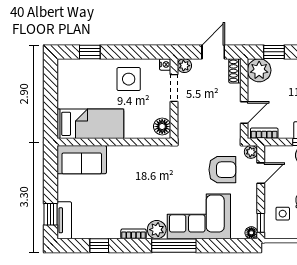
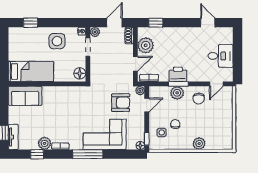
plant: (259, 70) -> (146, 45), moved
plant: (157, 230) -> (45, 143), moved

